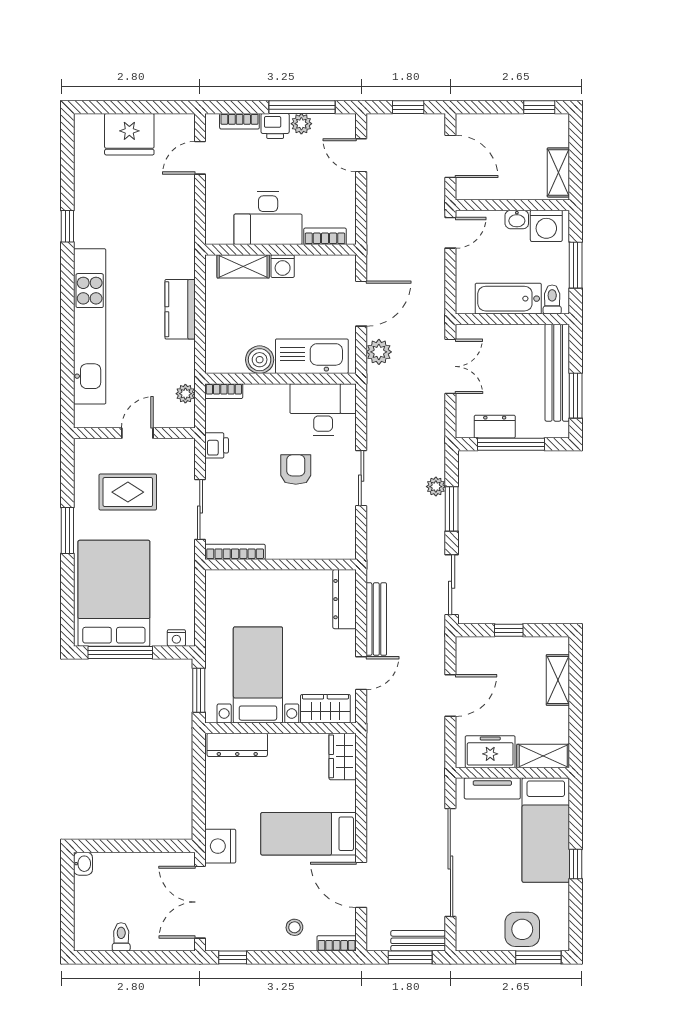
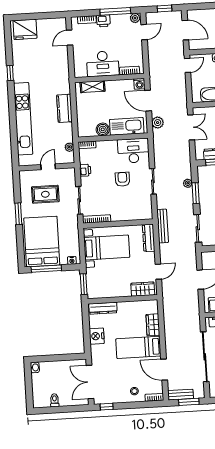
plant: (301, 124) -> (135, 18), moved
fridge: (129, 134) -> (25, 29), moved
door: (361, 155) -> (144, 32), swing flipped
washing machine: (283, 266) -> (139, 84), moved
door: (361, 304) -> (148, 101), swing flipped
bench: (376, 619) -> (163, 226), moved
bed with nightstands: (258, 675) -> (107, 247), moved, turned 90
wardrobe: (343, 756) -> (153, 325), moved
nightstand: (220, 846) -> (97, 336), moved
bench: (418, 941) -> (181, 395), moved

